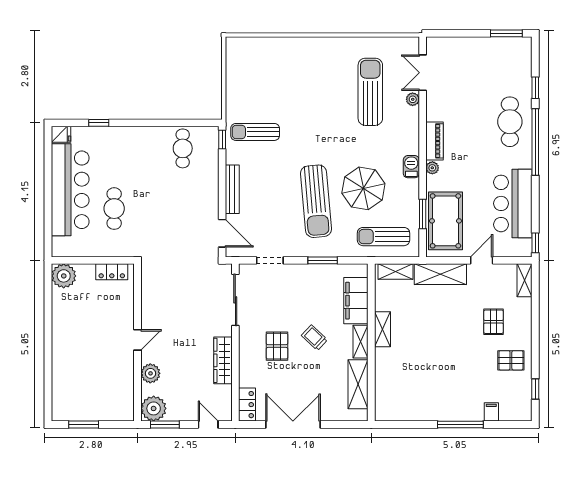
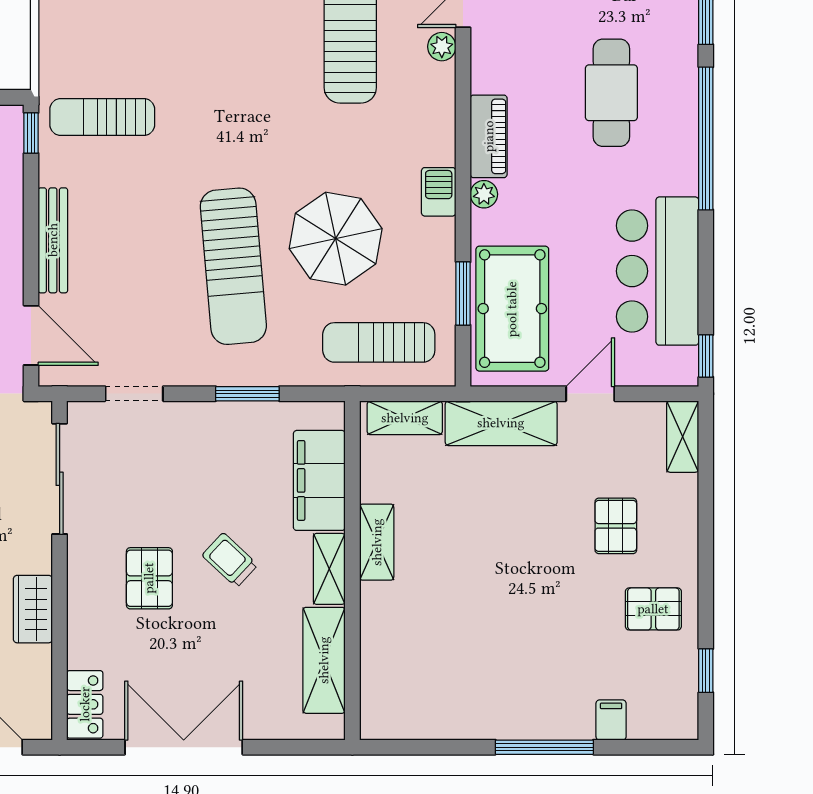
cafe table: (510, 122) -> (611, 93), moved
wardrobe: (223, 360) -> (33, 609), width x0.67

